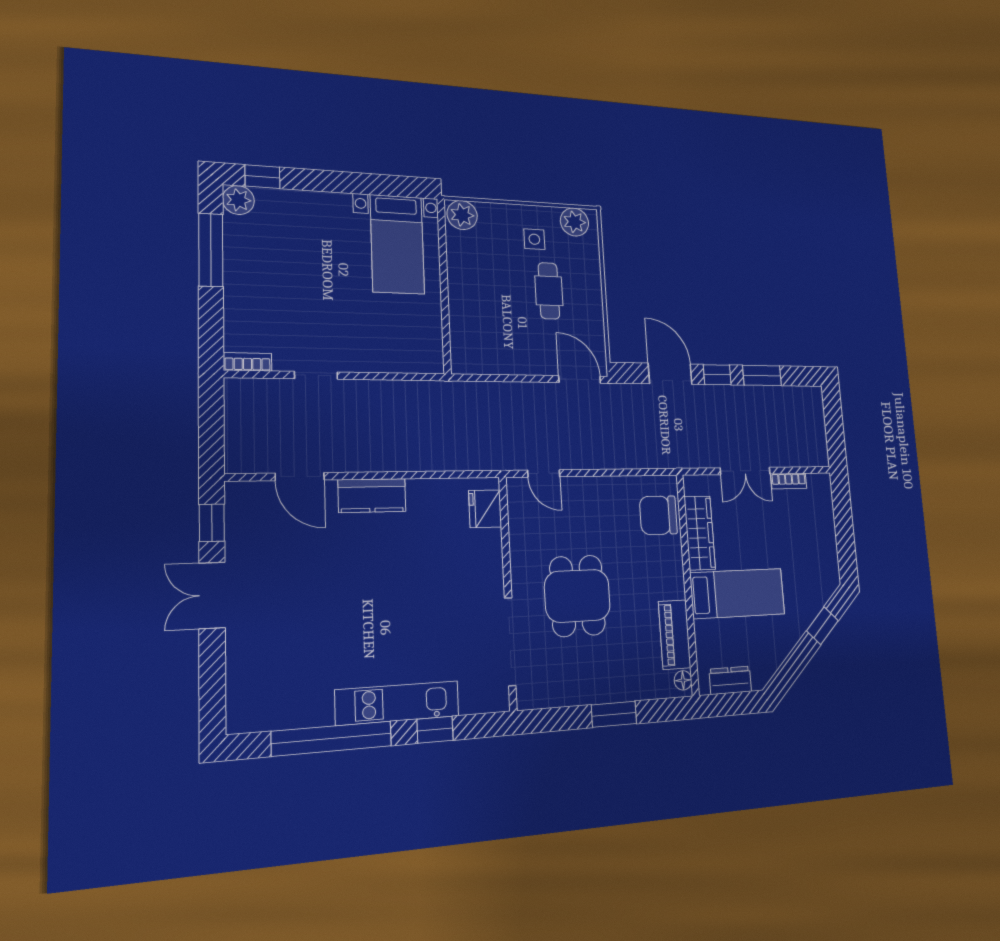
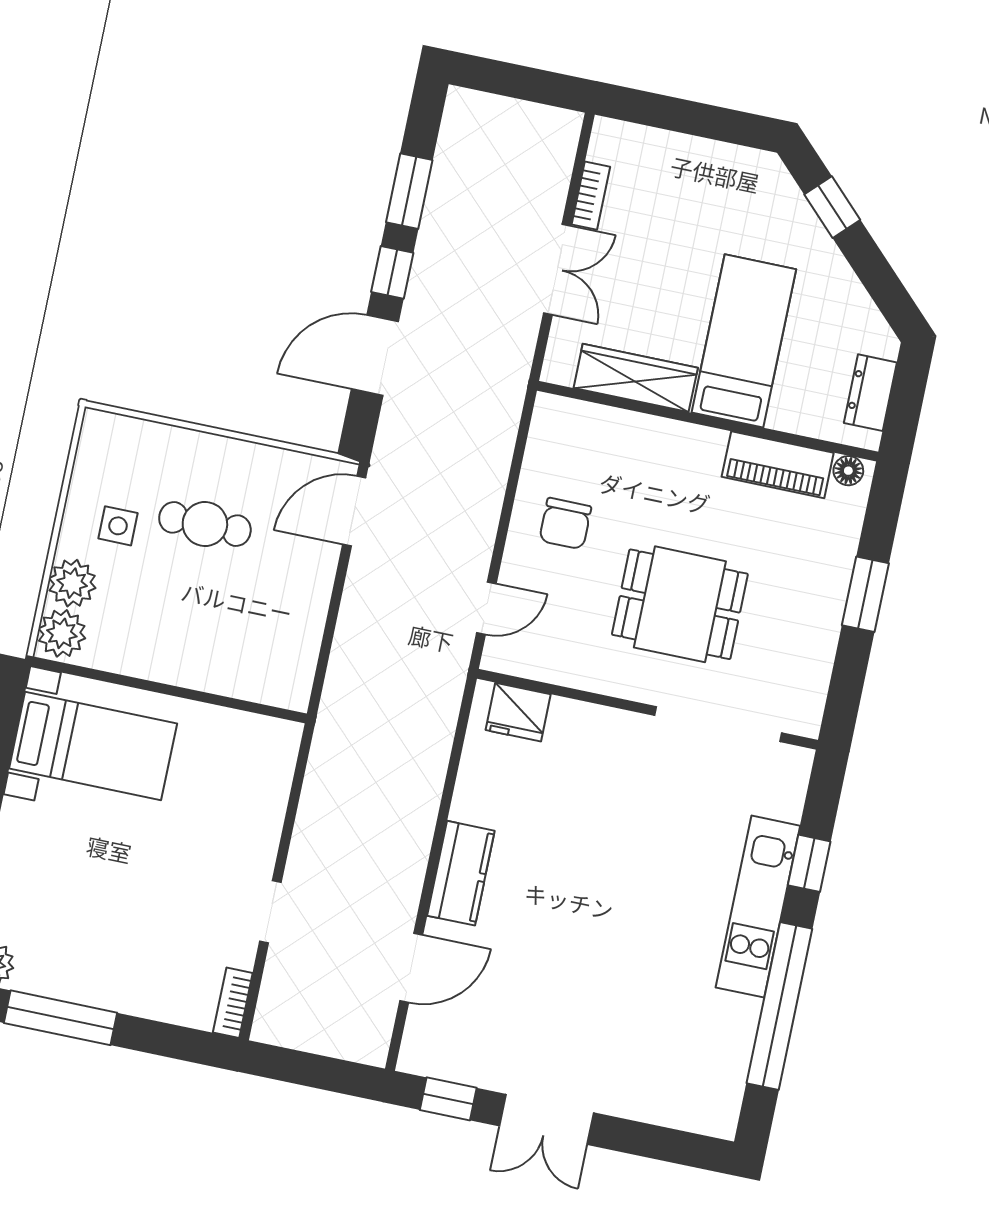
plant: (574, 222) -> (72, 583), moved
chair: (658, 515) -> (565, 524), moved, width x0.73, depth x0.73

